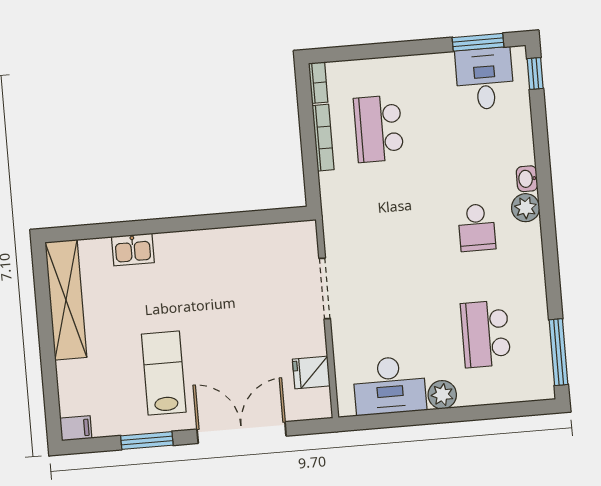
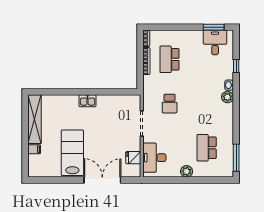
window: (535, 73) -> (236, 66), moved
school desk: (477, 228) -> (170, 104), moved
kitchen sink: (133, 250) -> (88, 101), moved
lab bench: (164, 373) -> (72, 153), width x1.36, depth x1.39
desk: (390, 385) -> (154, 158), moved, turned 90
filing cabinet: (76, 428) -> (34, 149), moved
window: (147, 440) -> (63, 180), removed

